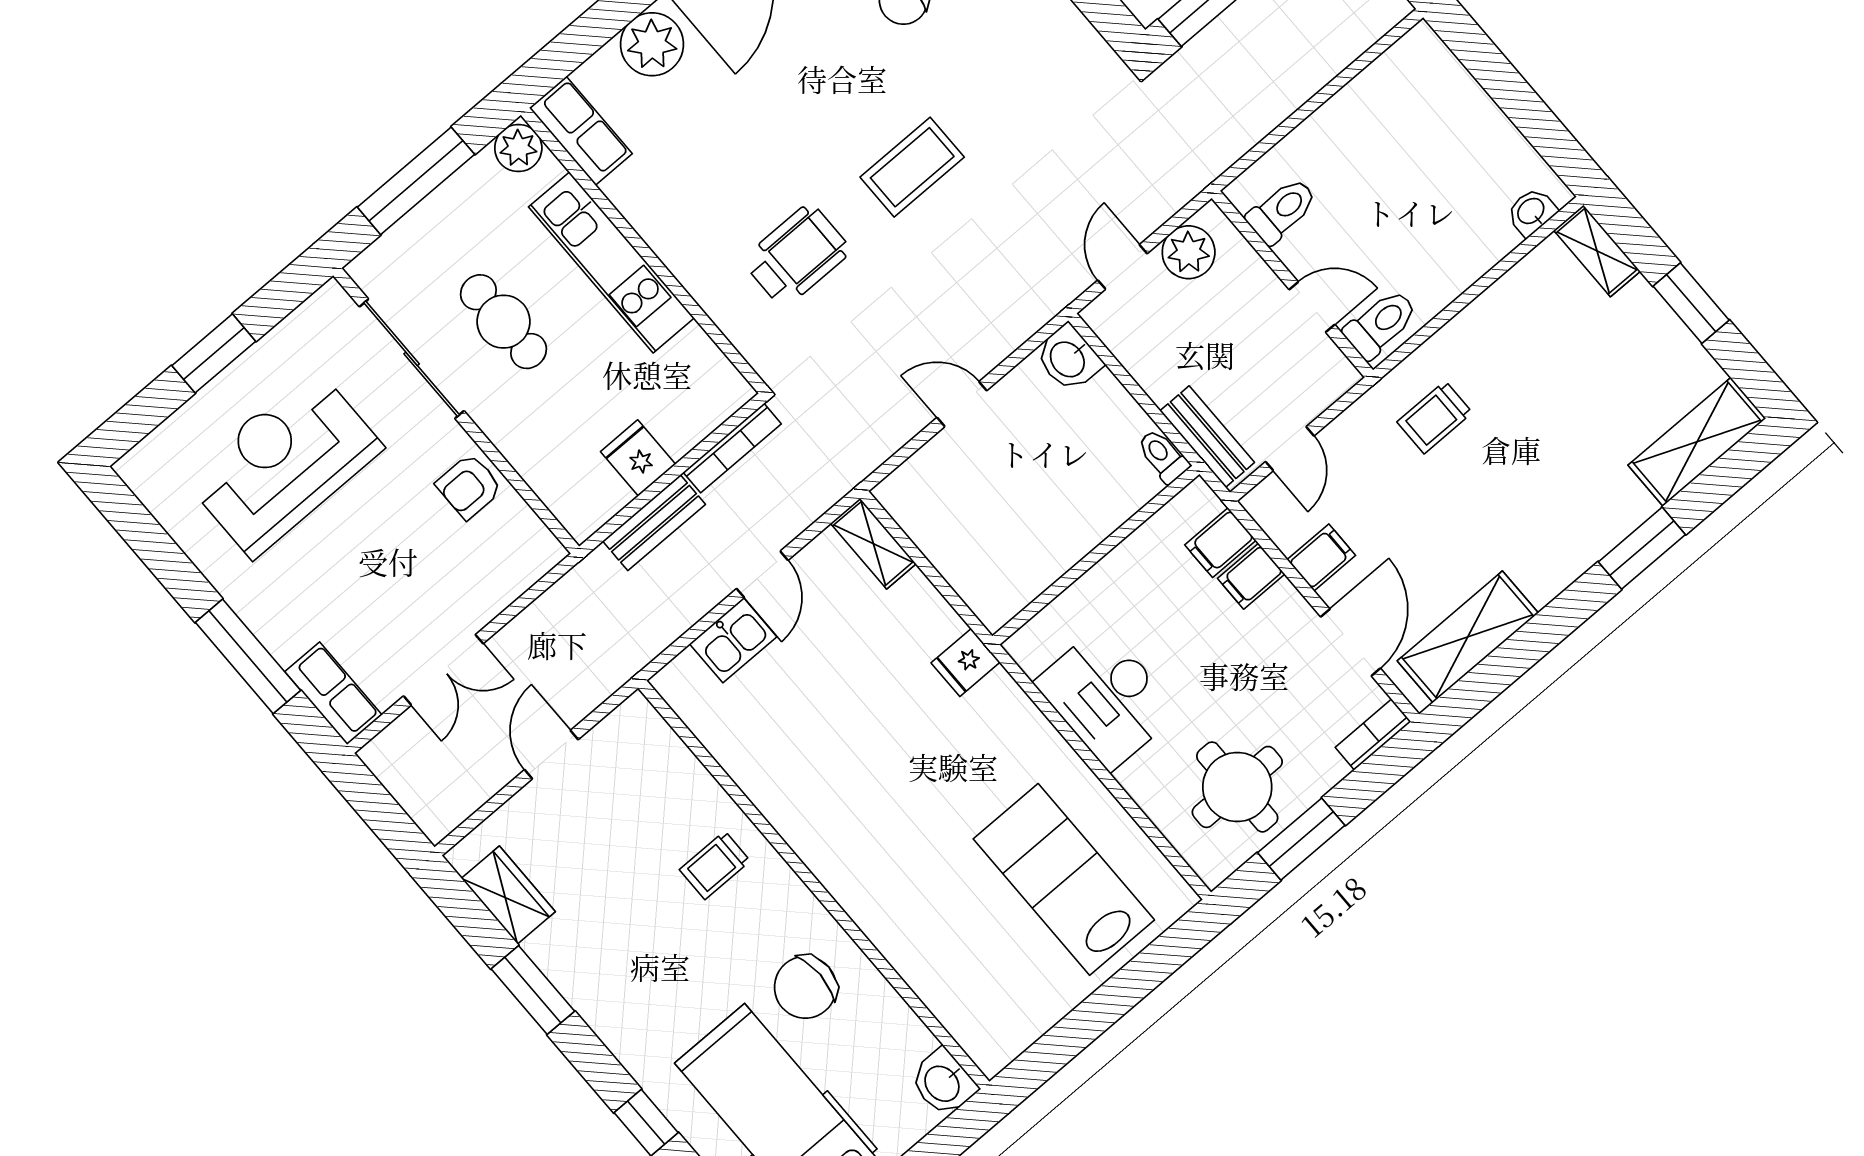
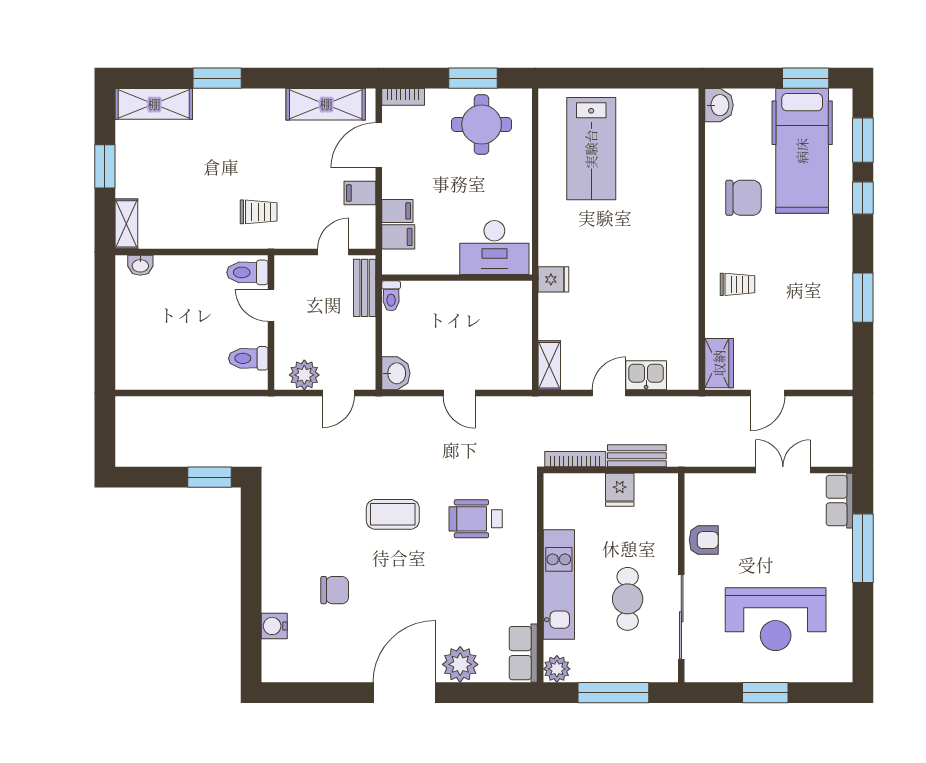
desk: (1107, 697) -> (494, 248), moved, turned 90
wardrobe: (508, 895) -> (719, 363), moved, turned 180

